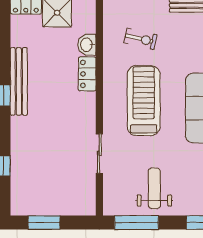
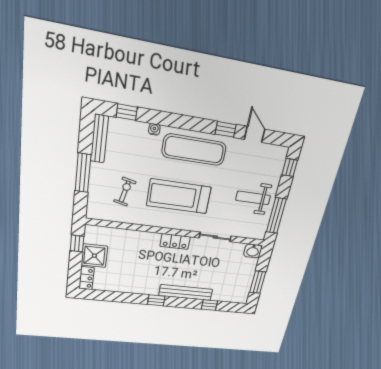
washbasin: (87, 45) -> (253, 251), moved
locker: (87, 74) -> (175, 242), moved
bench: (19, 81) -> (186, 293), moved

